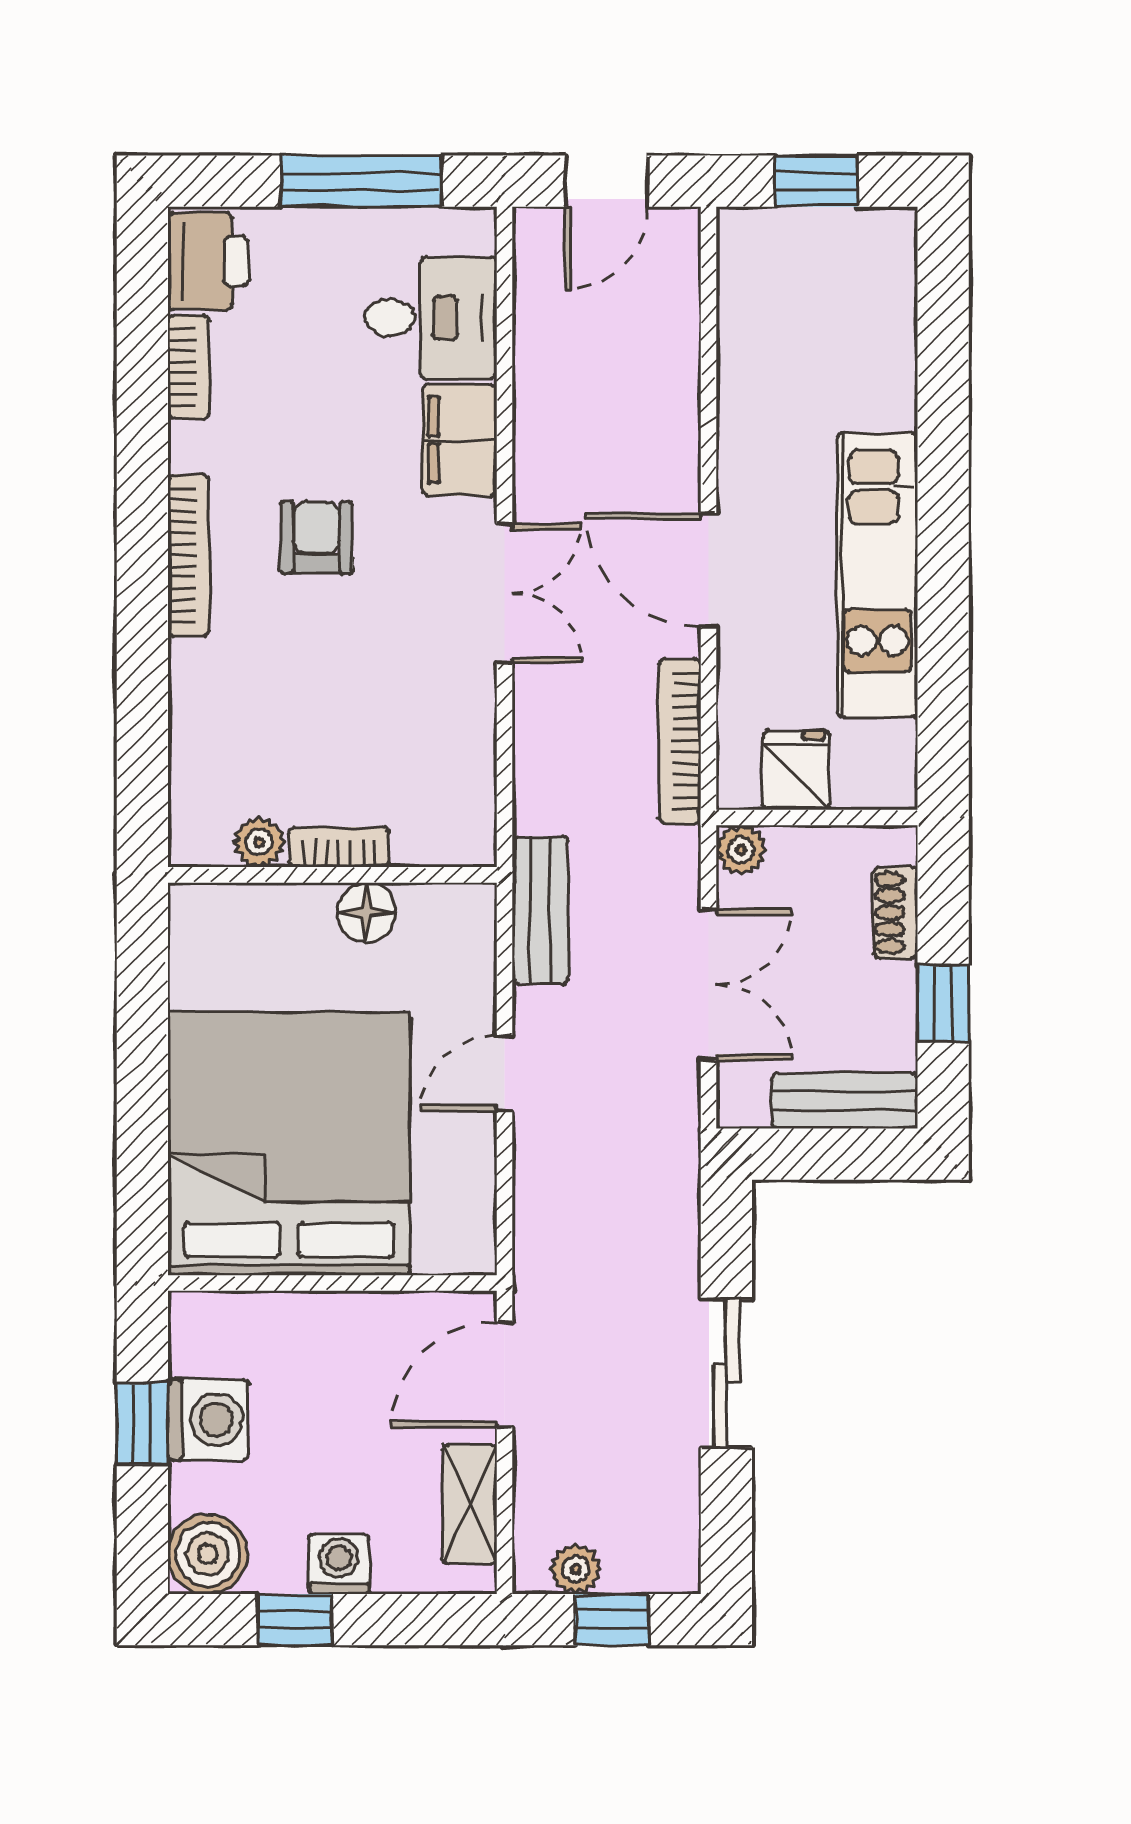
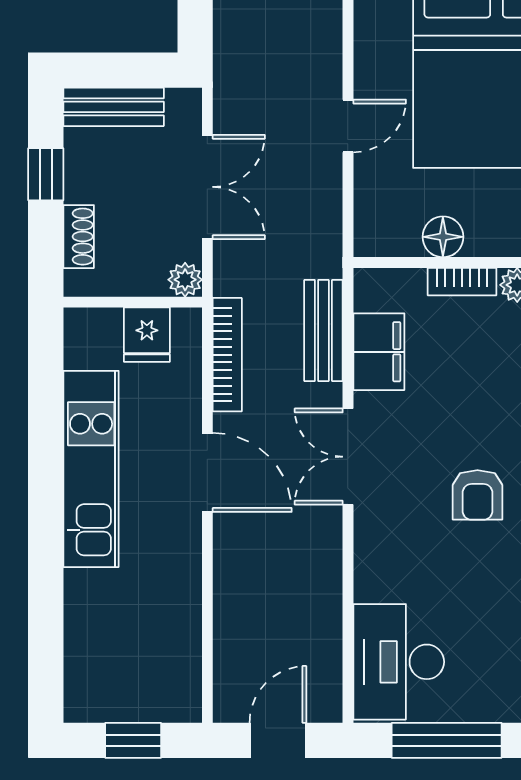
desk: (431, 318) -> (399, 662), width x1.37
filing cabinet: (460, 440) -> (379, 352), moved
bench: (540, 910) -> (323, 331), moved
double door: (709, 985) -> (207, 187), swing flipped

